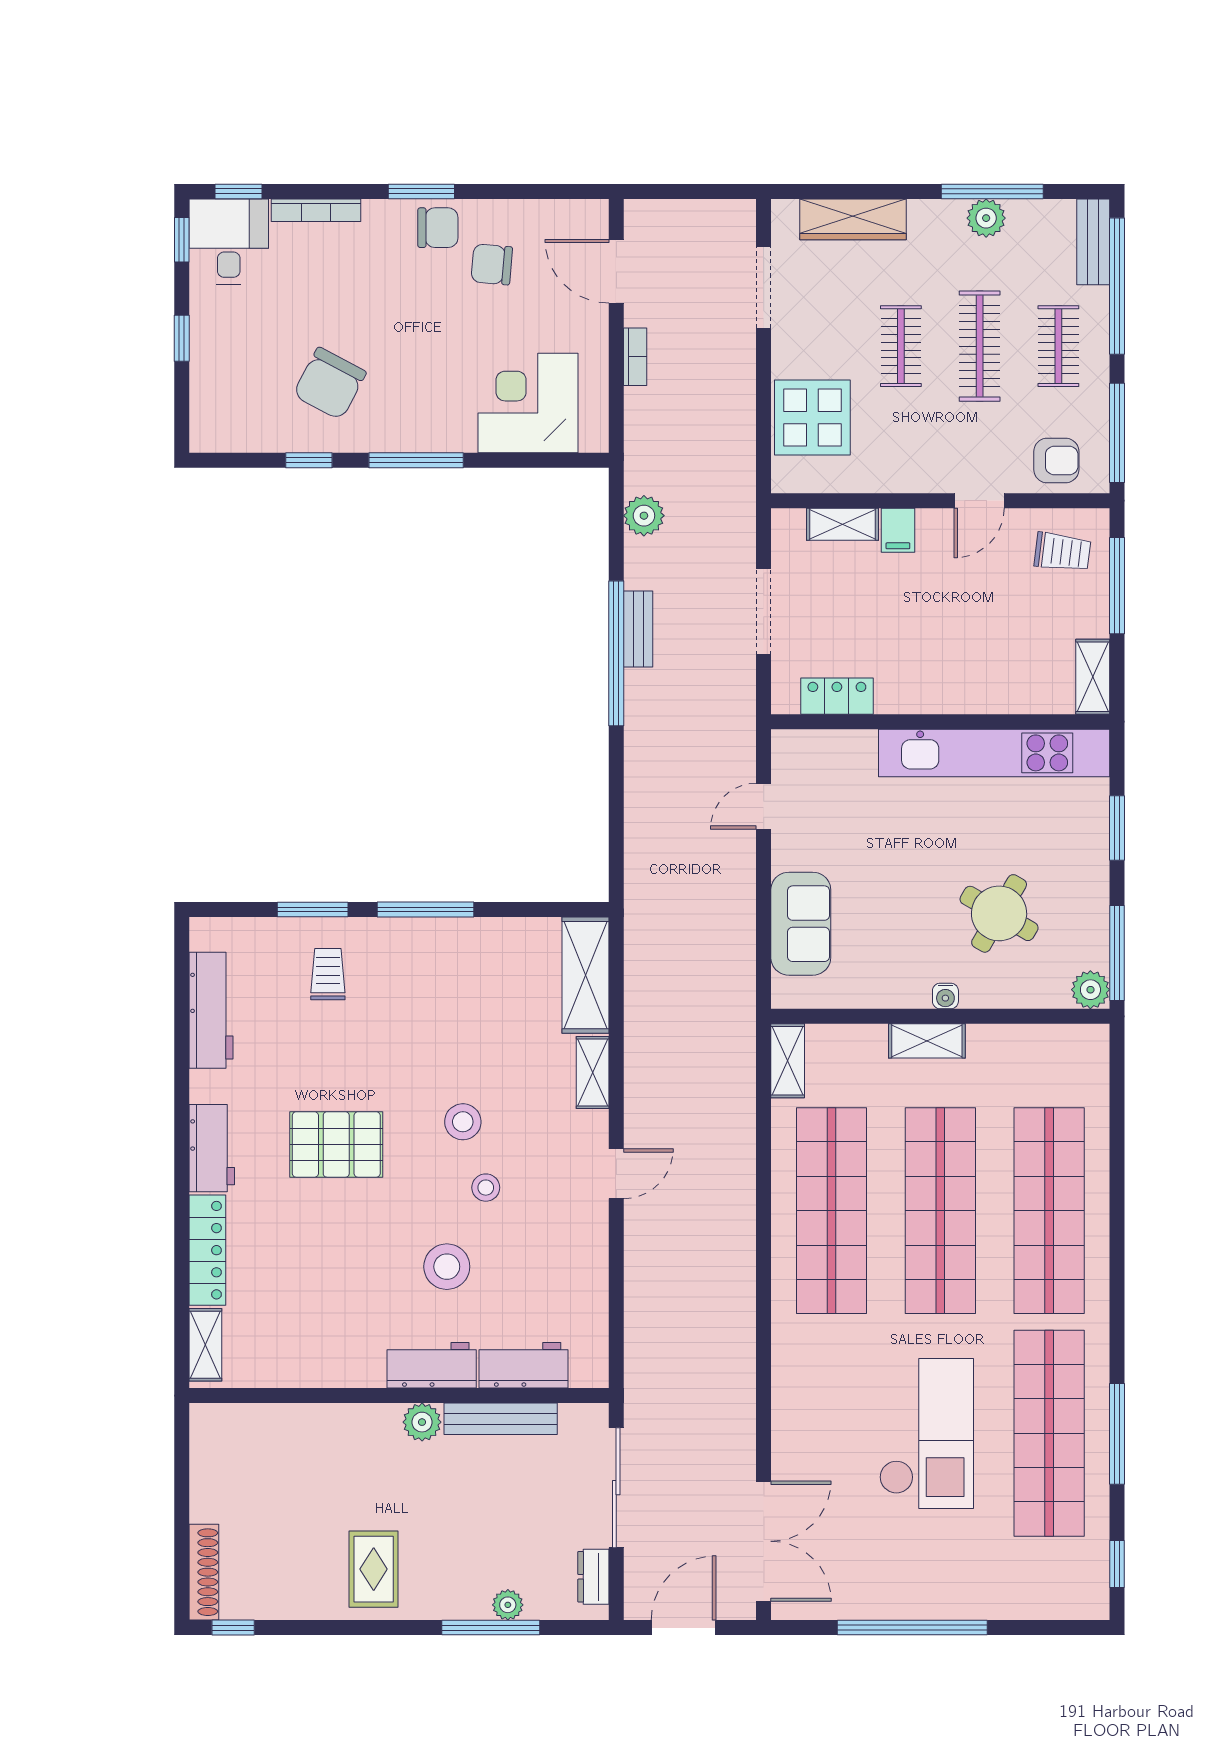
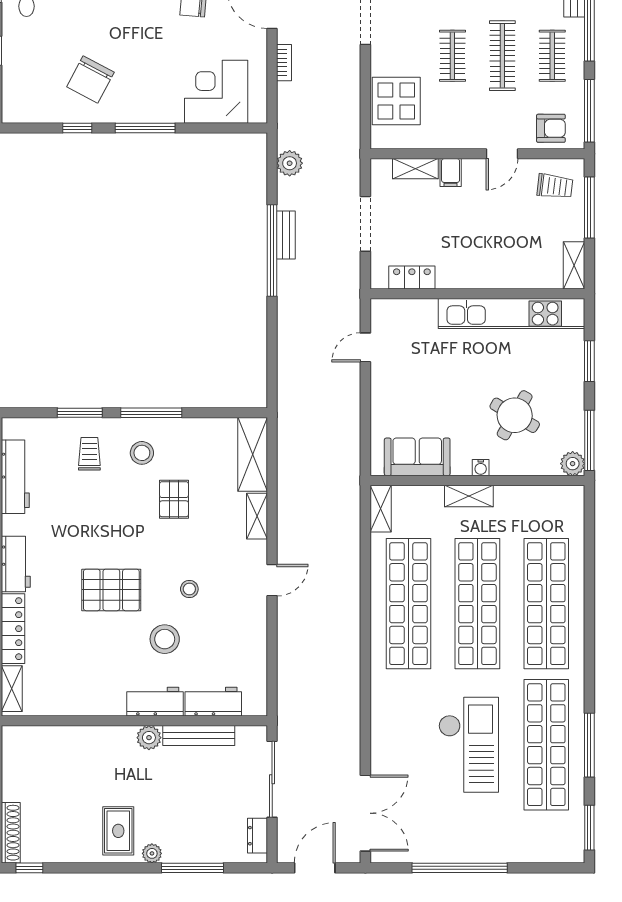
sofa: (801, 924) -> (417, 457), moved, turned -90
pallet: (462, 1046) -> (174, 499), added
stool: (463, 1122) -> (142, 453), moved
pallet: (336, 1144) -> (111, 590), moved
window: (1117, 1564) -> (589, 828), width x1.50
plant: (508, 1605) -> (152, 853), moved

